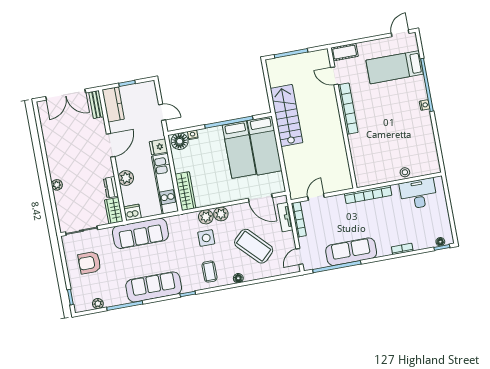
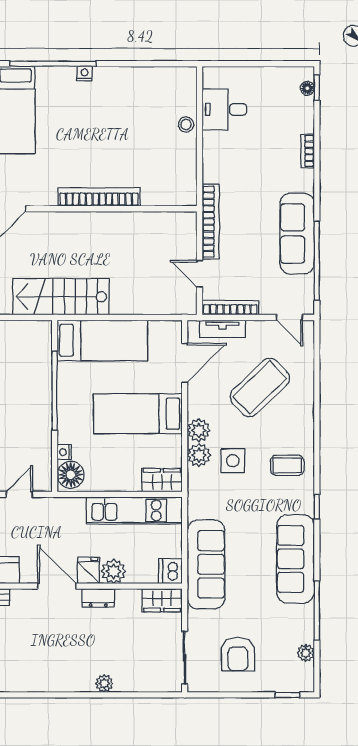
bookcase: (348, 109) -> (99, 197), moved
fridge: (159, 147) -> (89, 570), moved, turned 180
bed: (239, 150) -> (138, 414), moved, turned 180
dresser: (111, 187) -> (98, 598), moved
wardrobe: (185, 191) -> (162, 480), width x0.67
bookcase: (368, 194) -> (211, 222), moved
desk: (418, 194) -> (224, 109), width x0.73
floor lamp: (238, 278) -> (306, 421), removed

